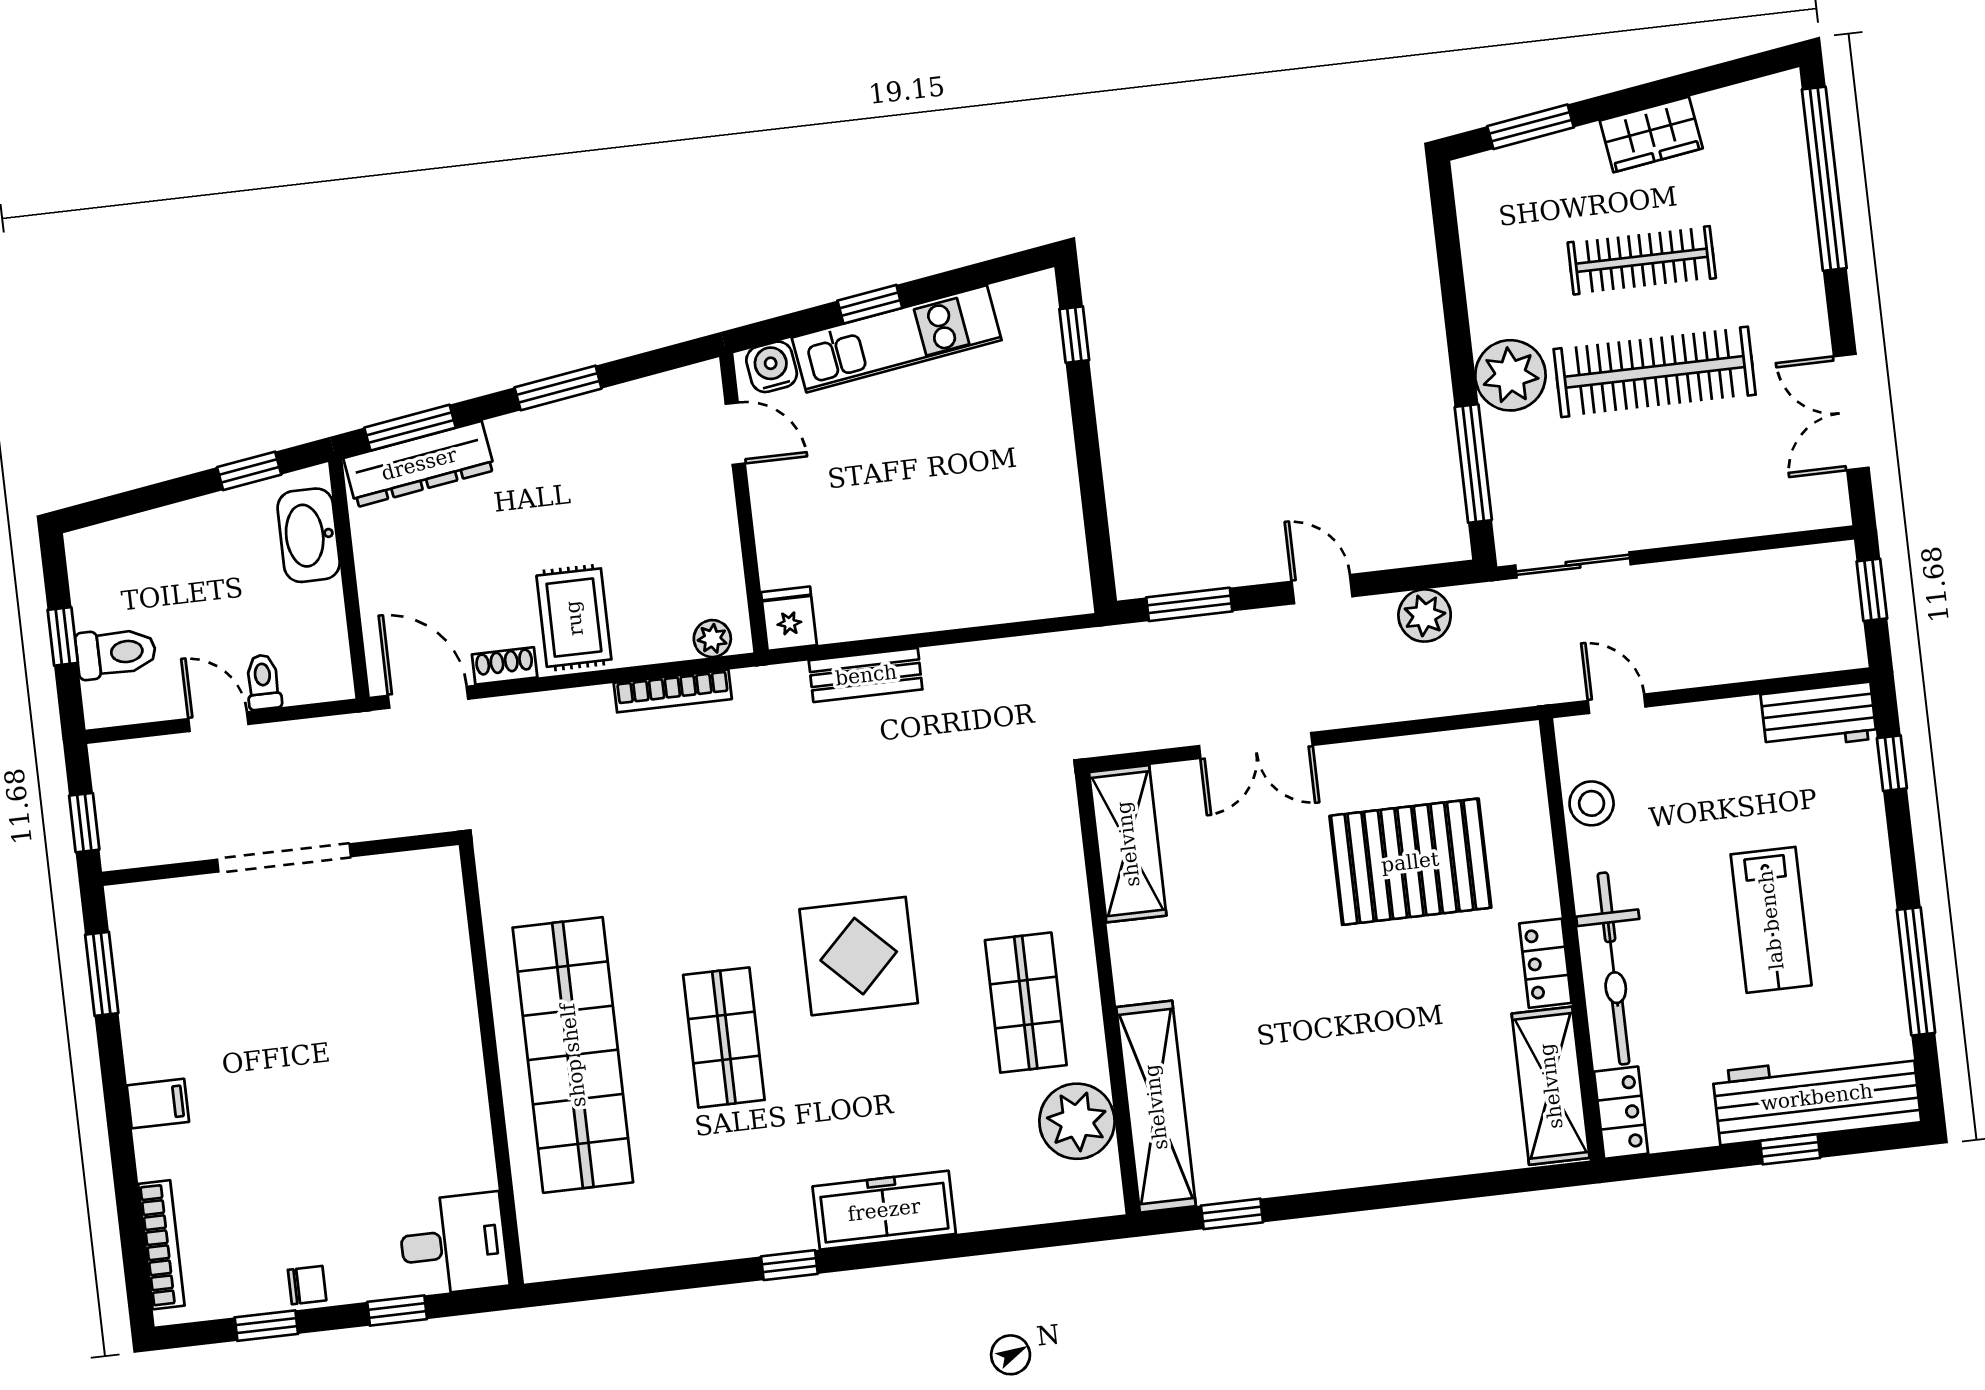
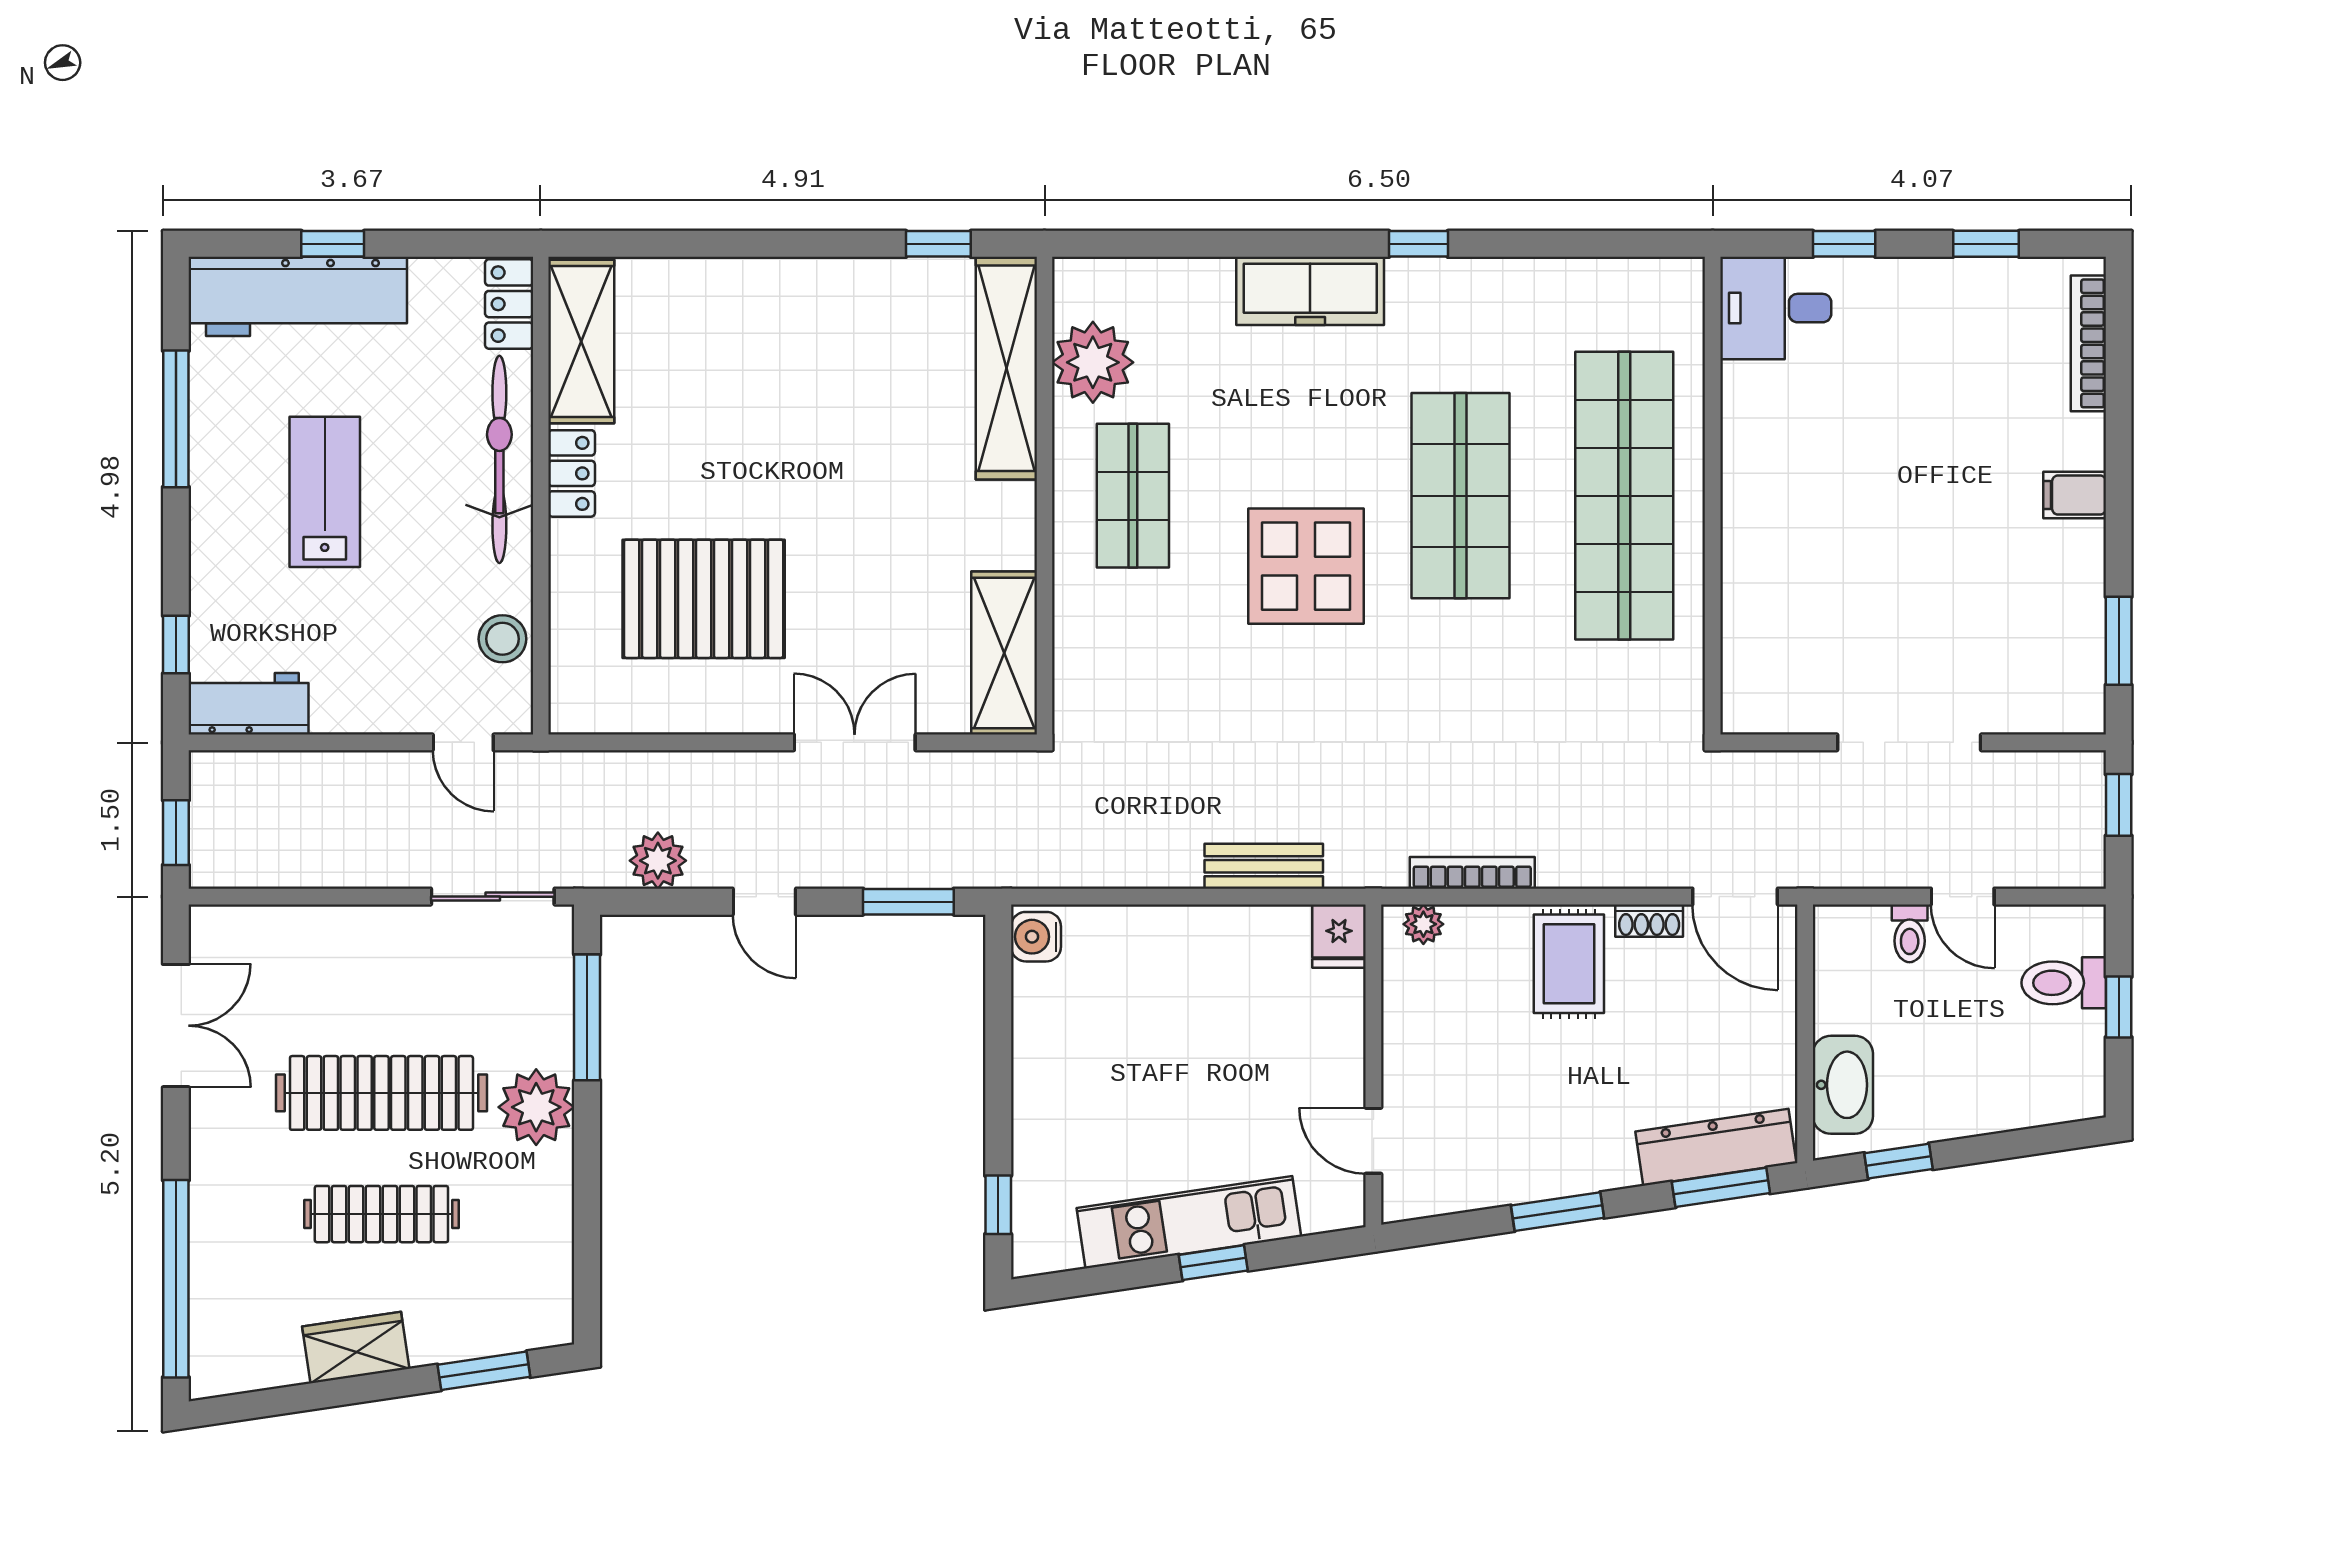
water cooler: (772, 367) -> (1036, 937), moved, turned 98
shop shelf: (724, 1037) -> (1460, 496), width x1.43, depth x1.36
chair: (307, 1285) -> (1937, 282), removed

